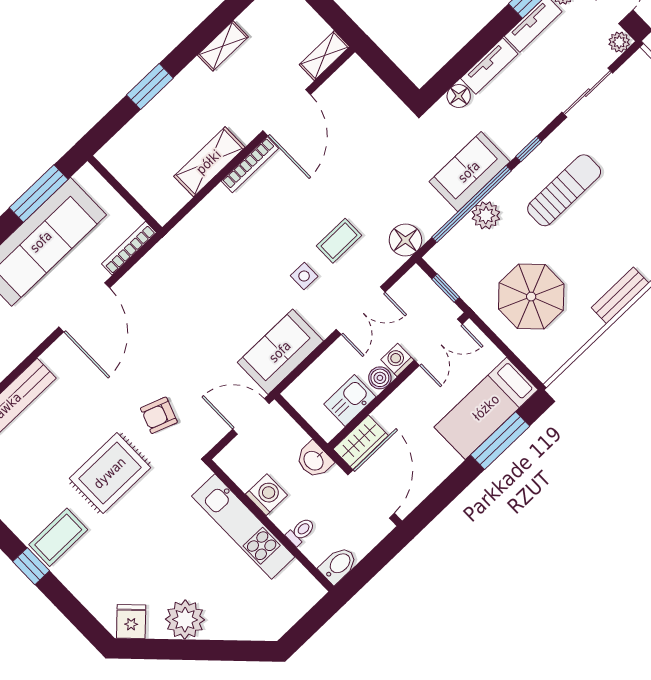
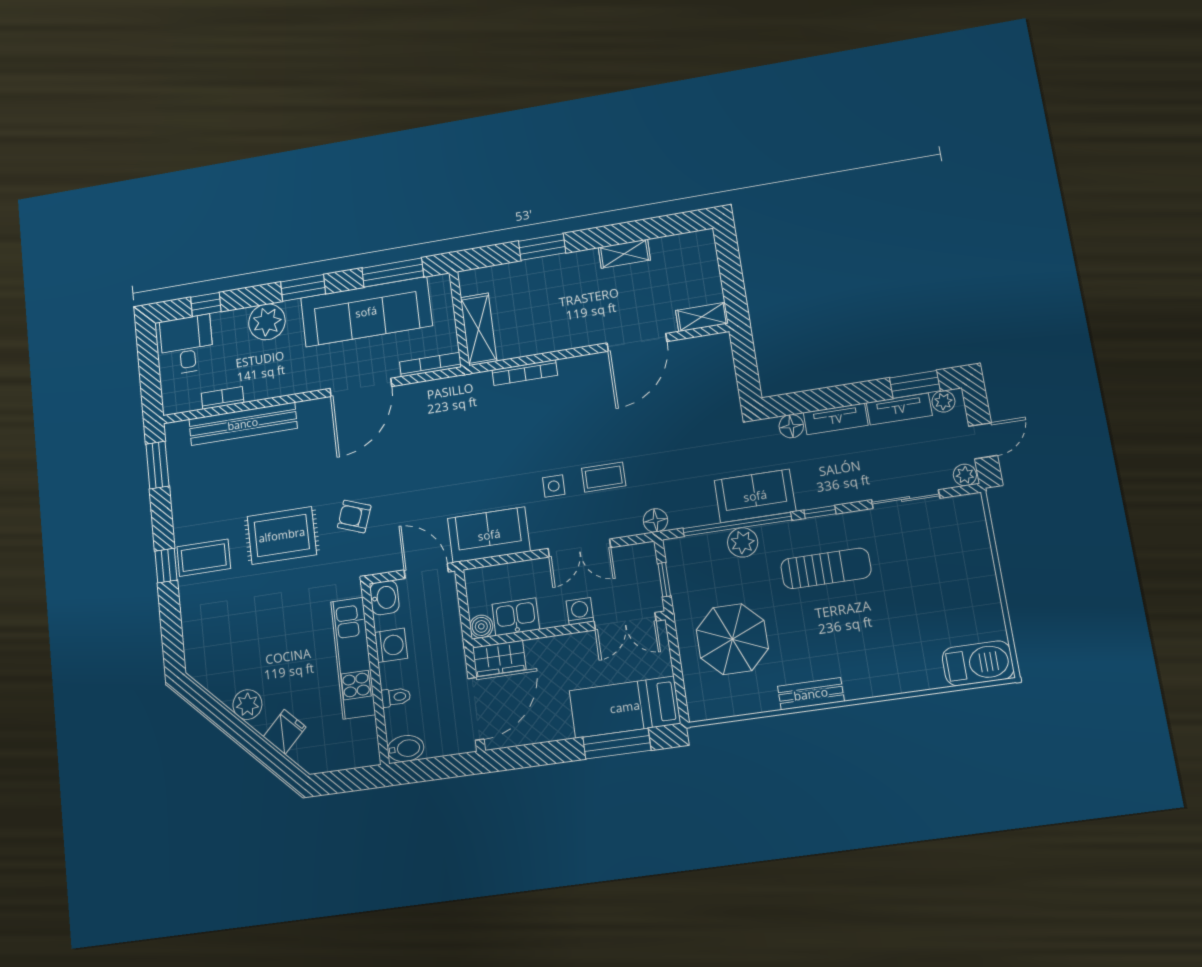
shelving: (209, 162) -> (479, 329), moved, turned 90
bookcase: (250, 165) -> (525, 373), moved
floor lamp: (405, 240) -> (655, 520), width x0.73, depth x0.73
boiler: (380, 378) -> (481, 626), moved
washbasin: (314, 460) -> (384, 598), moved, turned 180
plant: (185, 620) -> (247, 705), width x0.73, depth x0.73
fridge: (131, 622) -> (285, 732), moved

